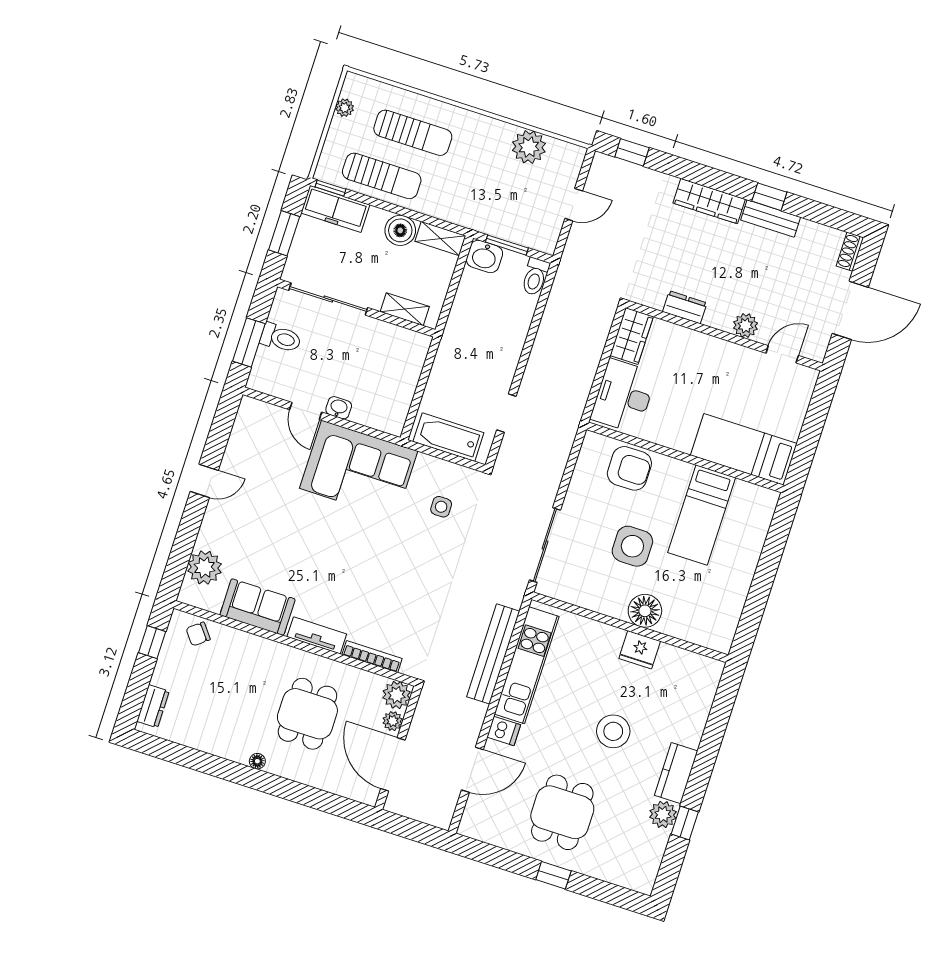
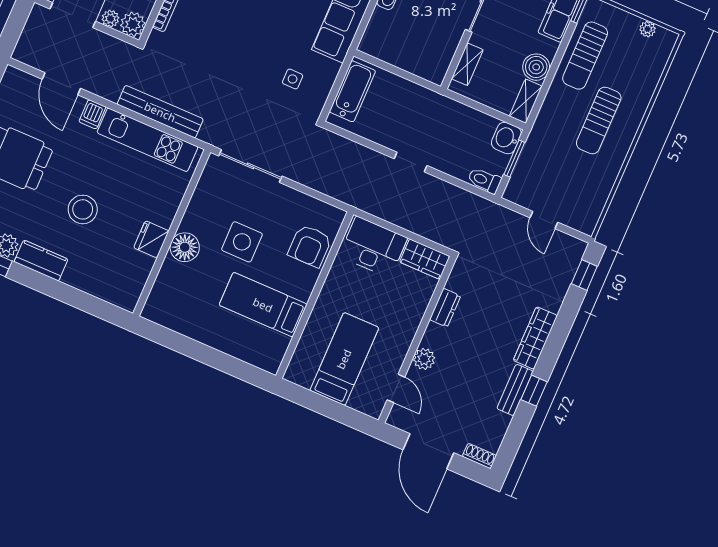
sun lounger: (413, 133) -> (599, 120), moved
plant: (529, 147) -> (598, 186), removed
doorway: (506, 413) -> (411, 162), moved
bed: (744, 449) -> (344, 359), moved

